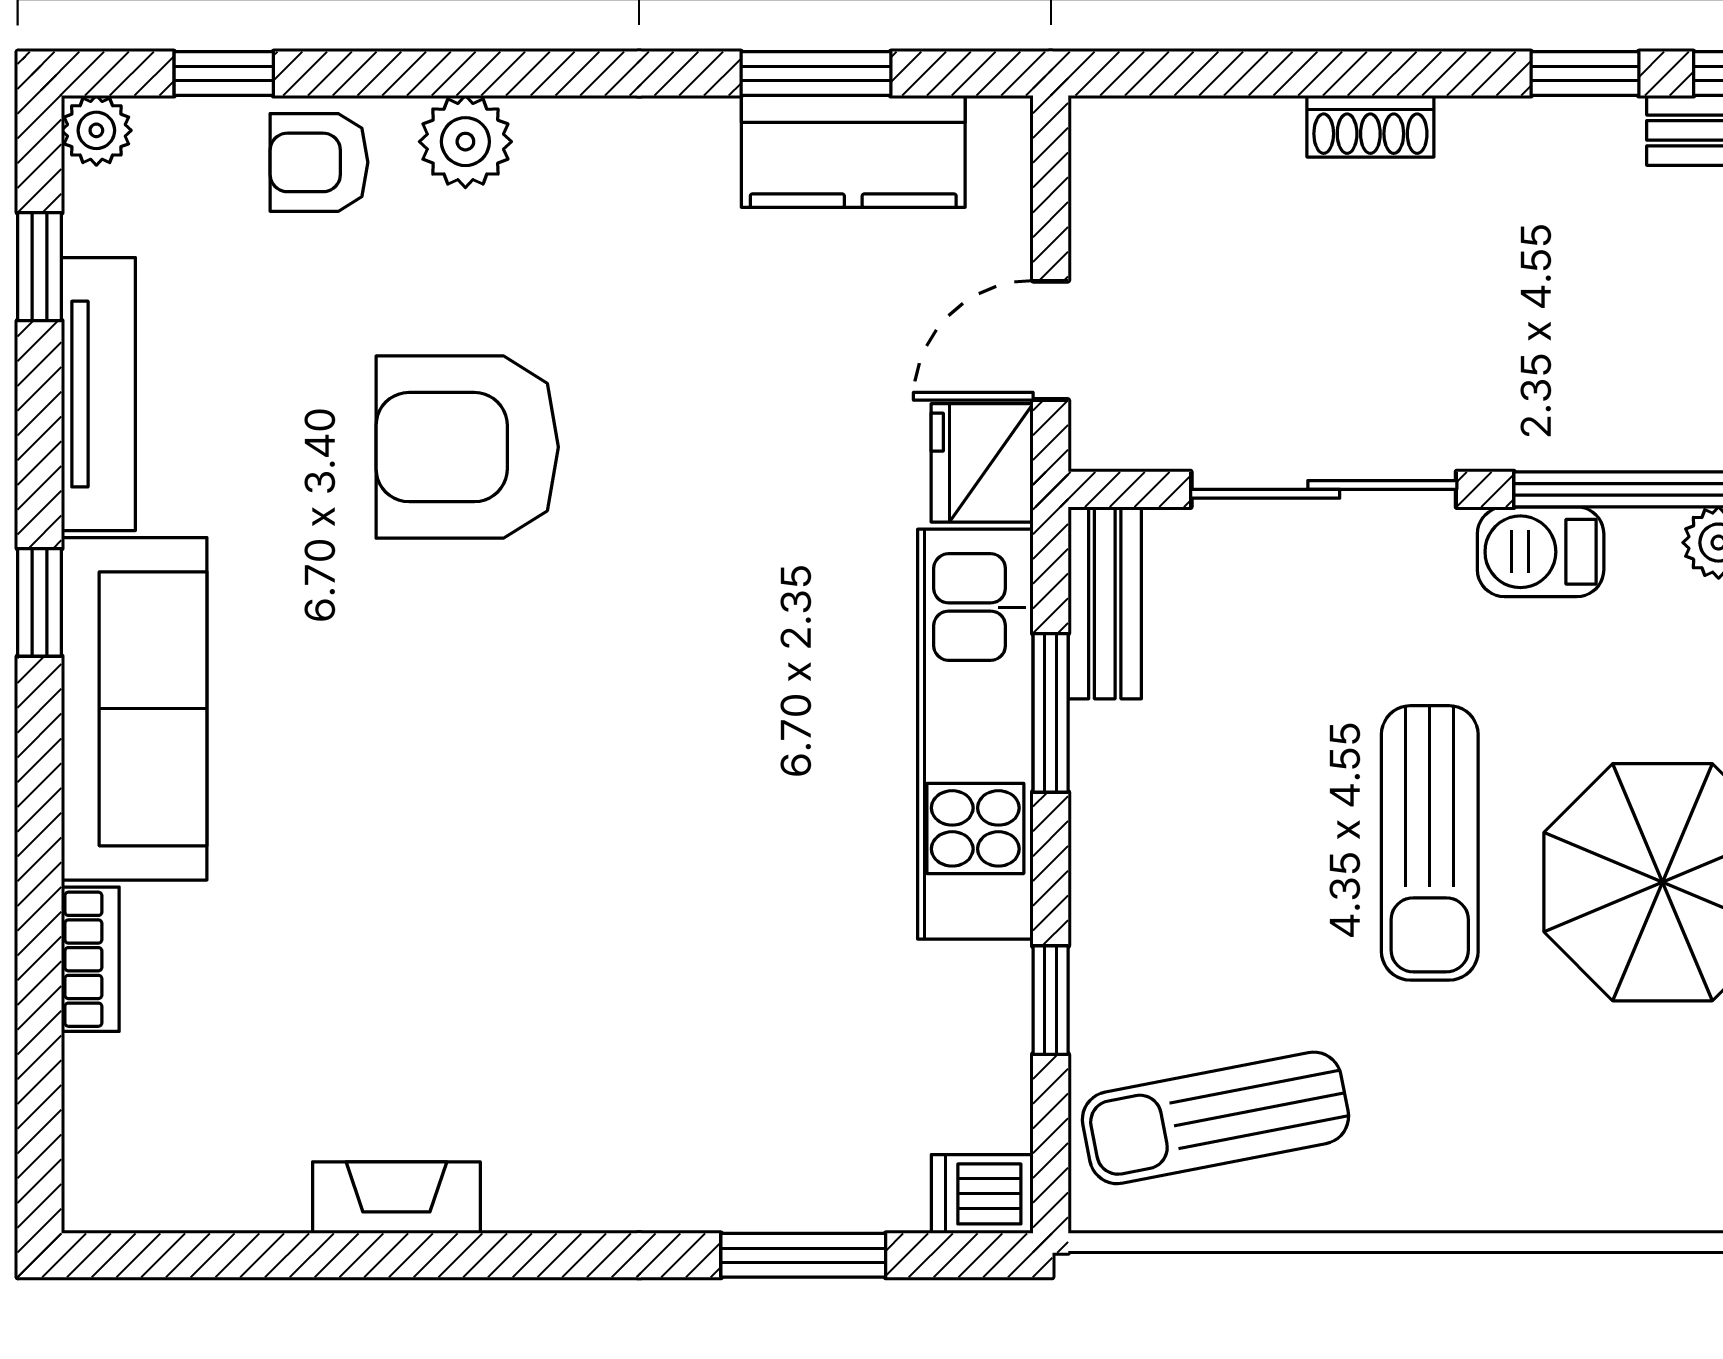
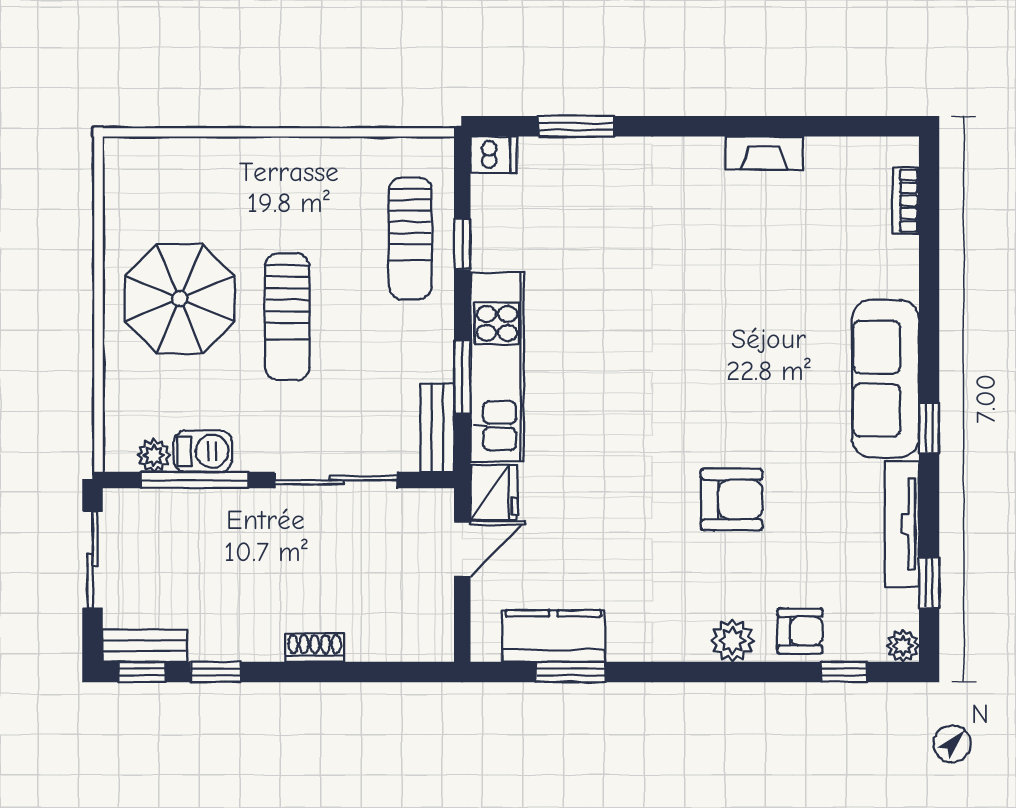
armchair: (467, 447) -> (732, 500), width x0.73, depth x0.73
barbecue: (1541, 552) -> (203, 451), moved
sun lounger: (1430, 843) -> (287, 317), turned 180
bookcase: (90, 959) -> (906, 201), moved
sun lounger: (1215, 1118) -> (410, 238), moved, turned 101

